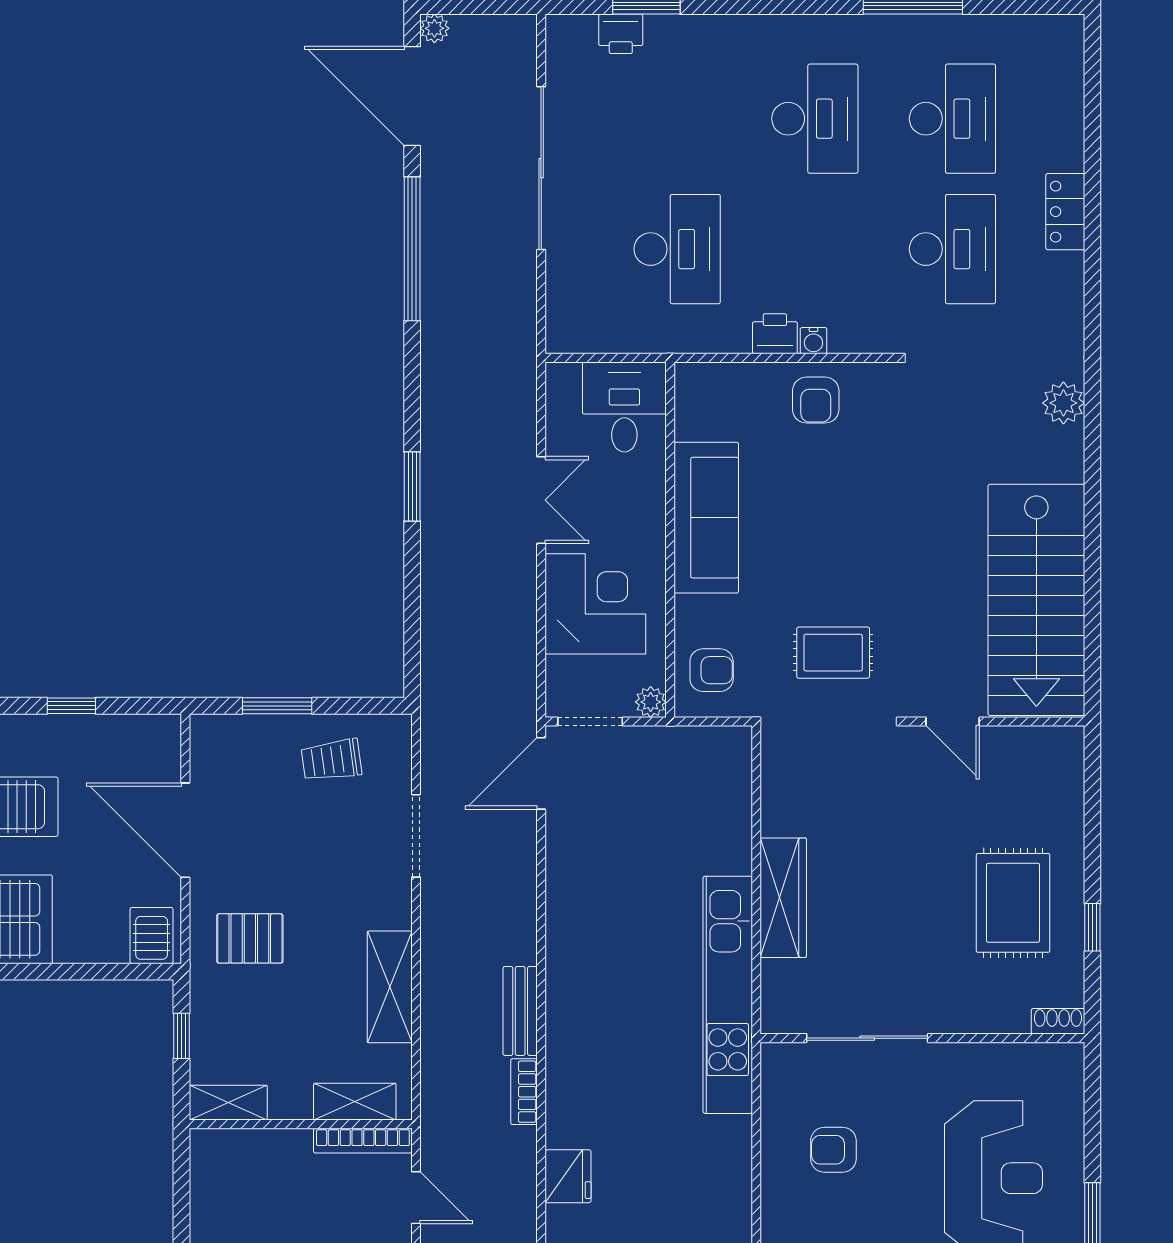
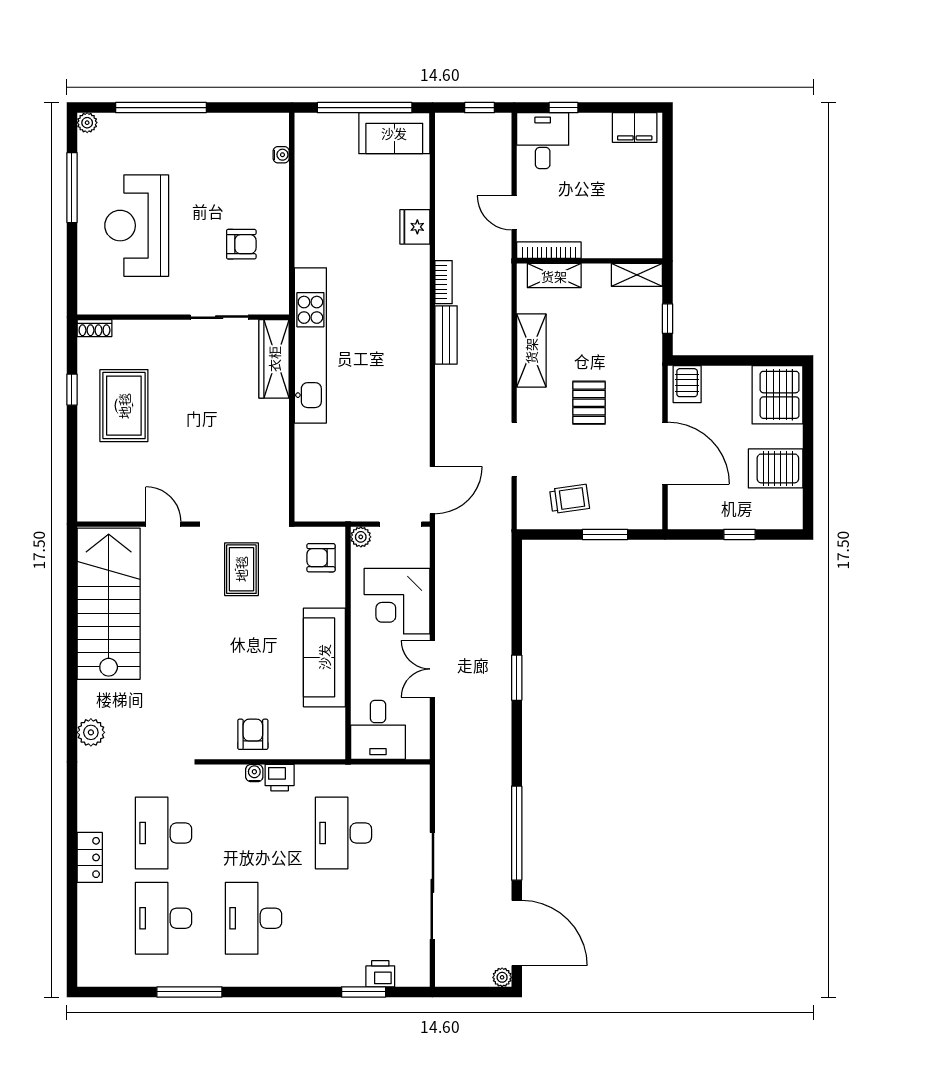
rug: (833, 653) -> (241, 569), turned 90
wardrobe: (783, 898) -> (274, 359), moved
pallet: (250, 938) -> (589, 403), moved, turned 90
sliding door: (867, 1038) -> (219, 317), width x0.73

